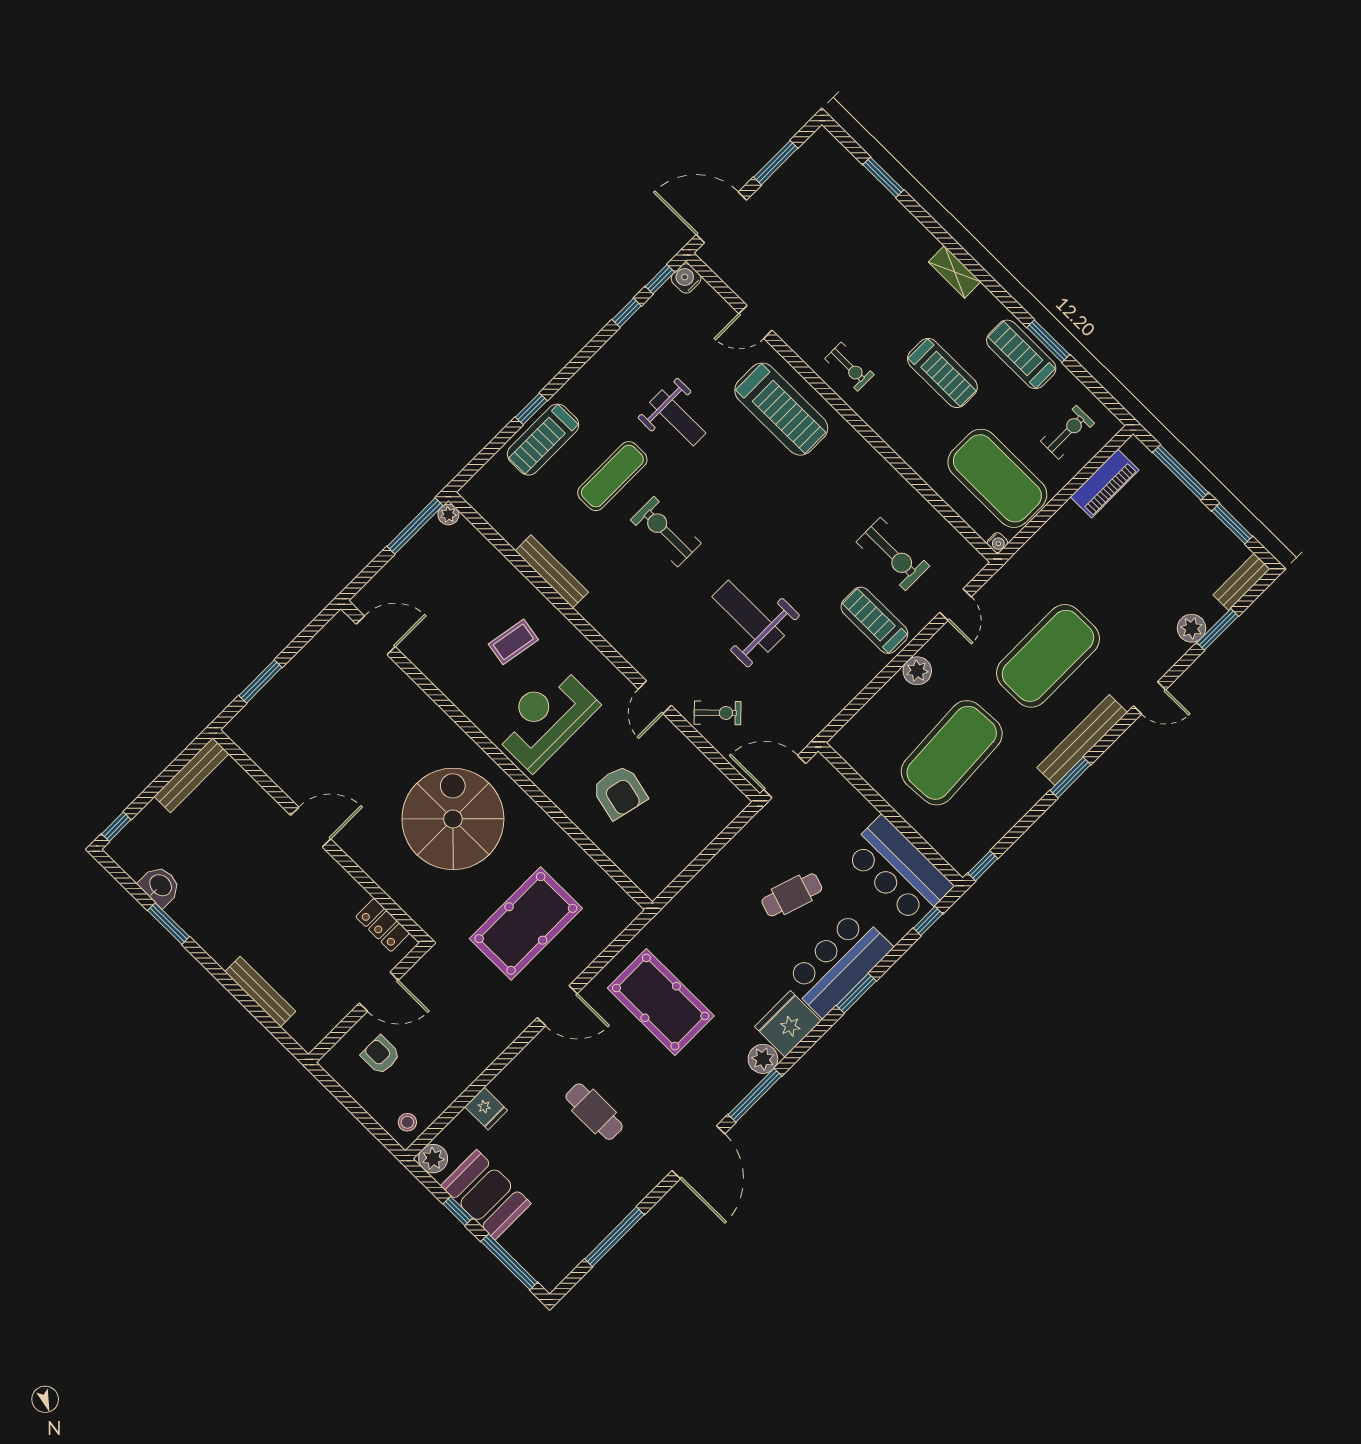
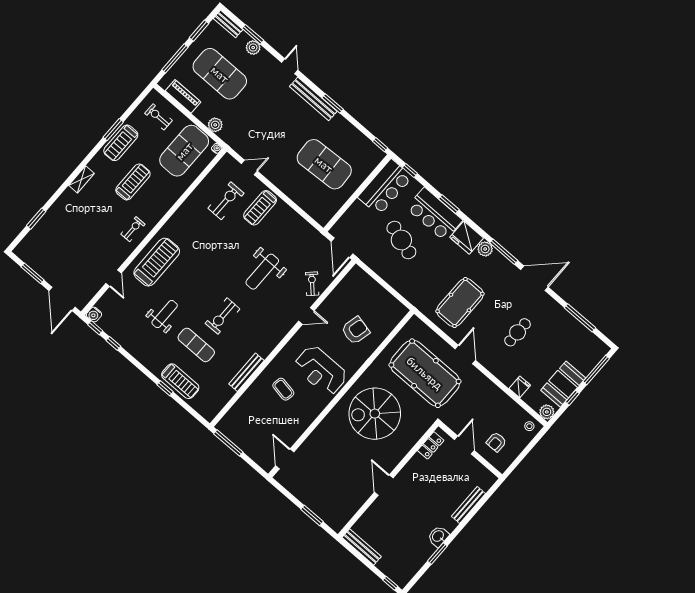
plant: (448, 515) -> (221, 426), removed
exercise mat: (1048, 656) -> (220, 74), moved
plant: (917, 671) -> (215, 125), moved
washbasin: (160, 886) -> (438, 536), moved
cafe table: (792, 895) -> (401, 240), width x1.37, depth x1.35
pool table: (526, 923) -> (425, 373), width x1.36, depth x1.32

